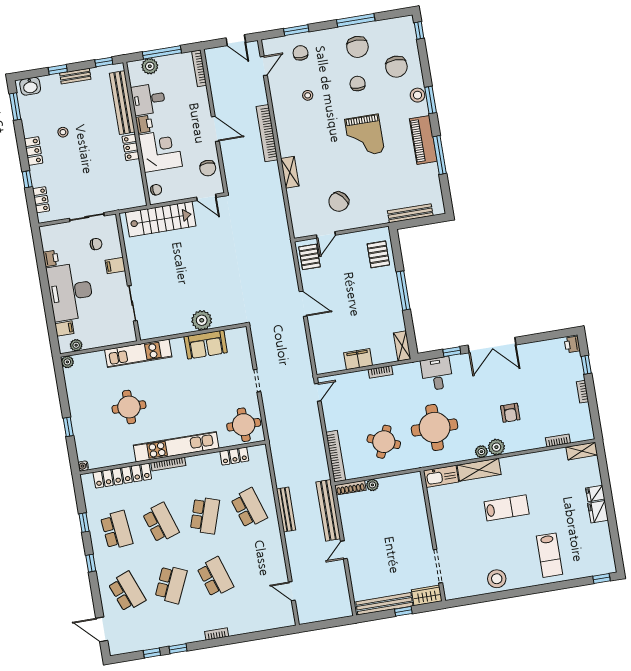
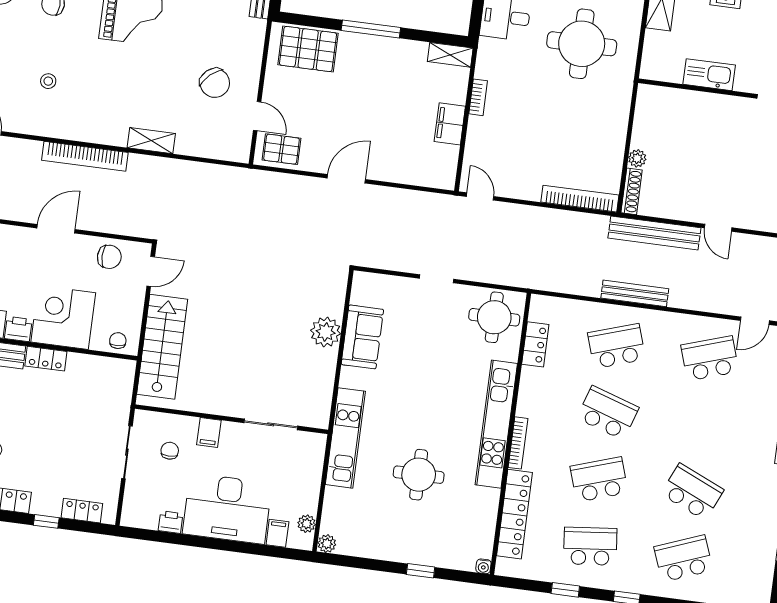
pallet: (378, 254) -> (308, 49), width x1.50, depth x1.42
round table: (384, 442) -> (580, 123), removed
kitchen sink: (441, 476) -> (709, 75), moved, turned -90
school desk: (215, 577) -> (710, 358), moved

